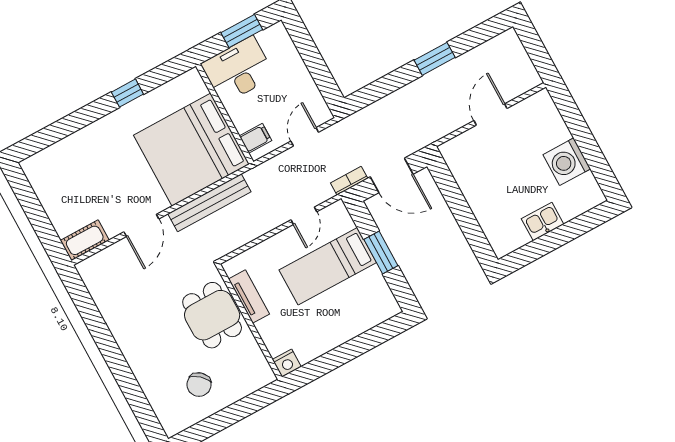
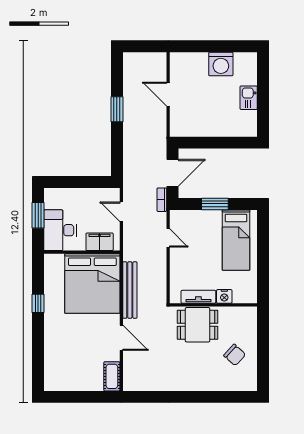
filing cabinet: (255, 138) -> (100, 242), width x2.00
bed: (328, 266) -> (236, 240), moved
nightstand: (287, 363) -> (224, 296), moved, turned 90

